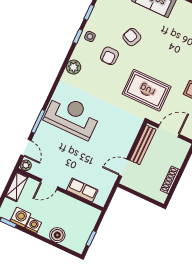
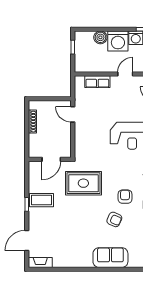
bench: (143, 145) -> (66, 139), removed
door: (124, 168) -> (73, 114), swing flipped
washing machine: (33, 225) -> (118, 41), width x1.89, depth x1.89

